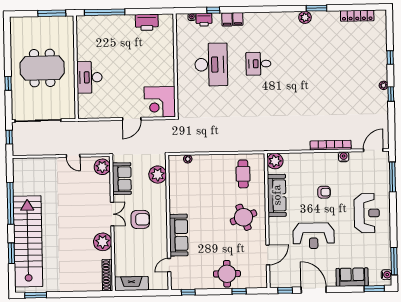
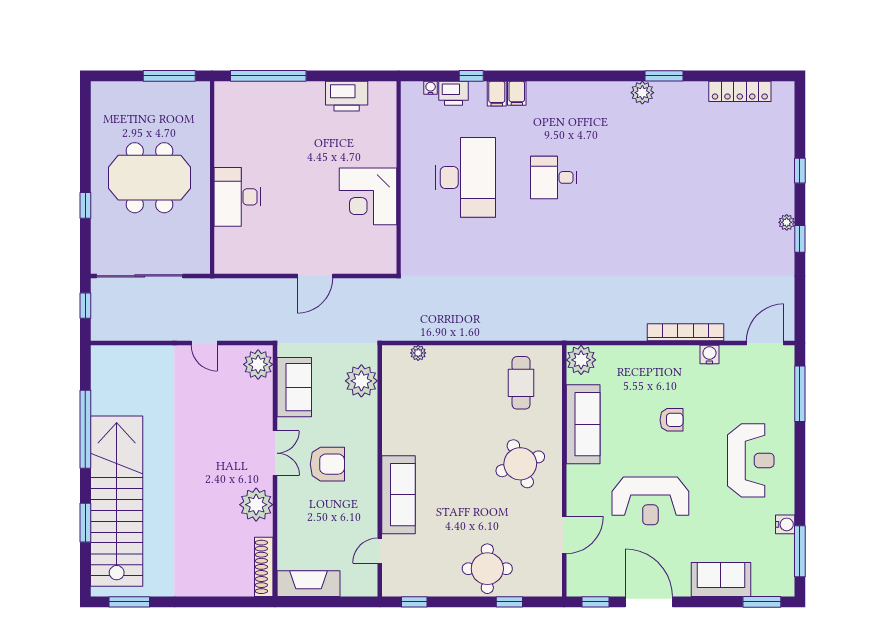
corner desk: (160, 102) -> (368, 196), moved
water cooler: (386, 275) -> (785, 524), moved

